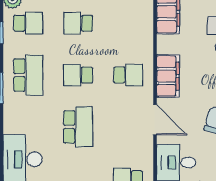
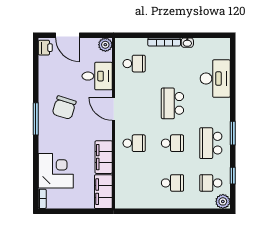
school desk: (128, 75) -> (134, 143), turned 180
filing cabinet: (168, 76) -> (104, 157), moved

